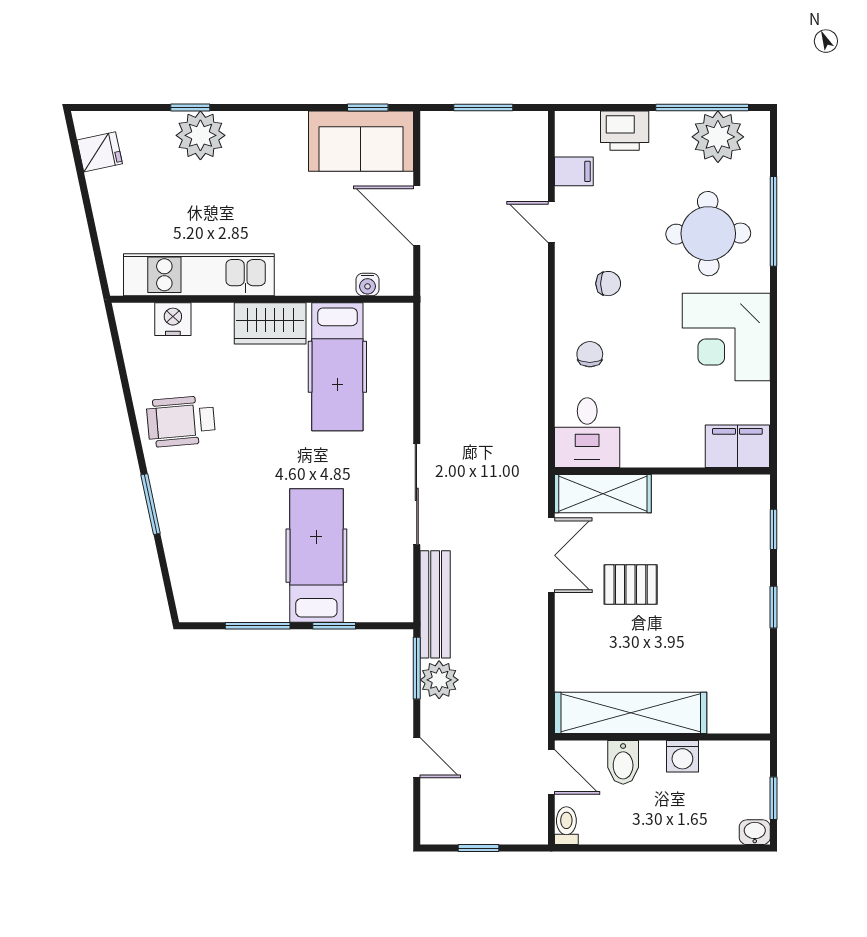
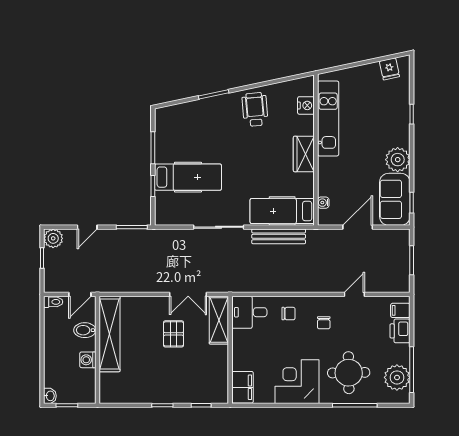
plant: (200, 135) -> (398, 160), moved
filing cabinet: (574, 171) -> (400, 310), moved, turned 90
hospital bed: (337, 367) -> (282, 211), moved
bench: (435, 604) -> (279, 236), moved
plant: (439, 680) -> (53, 238), moved

